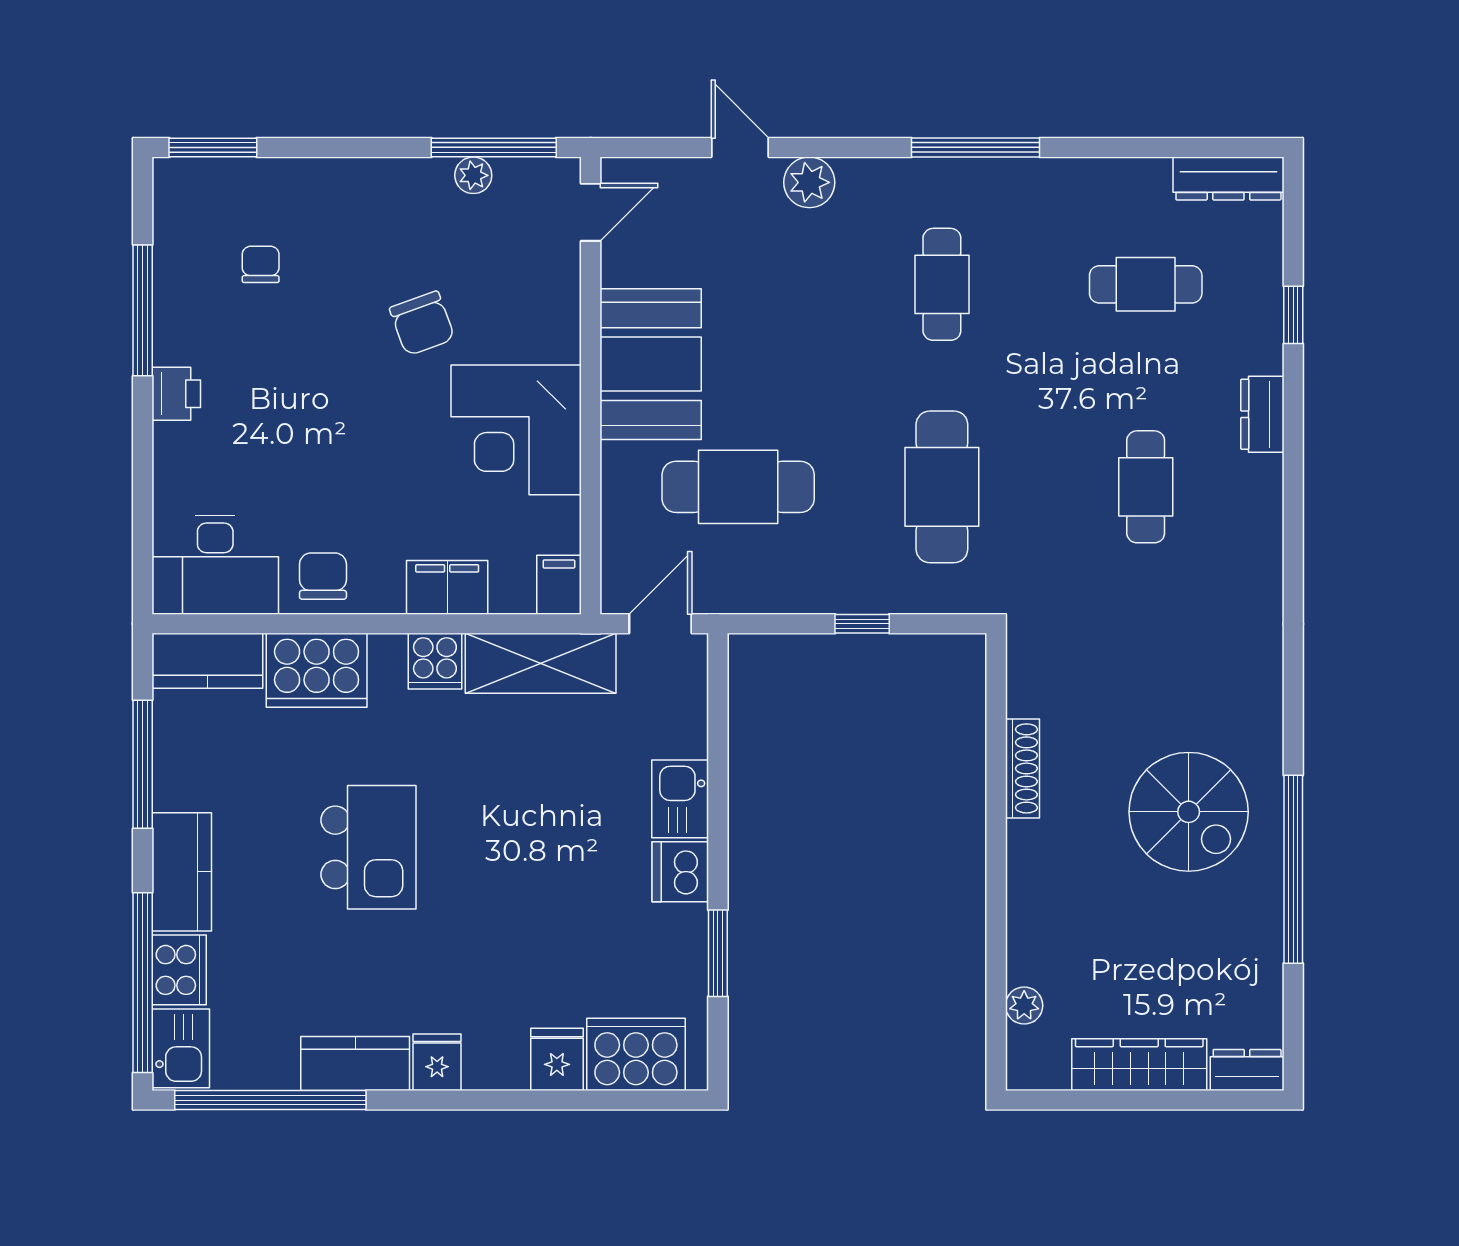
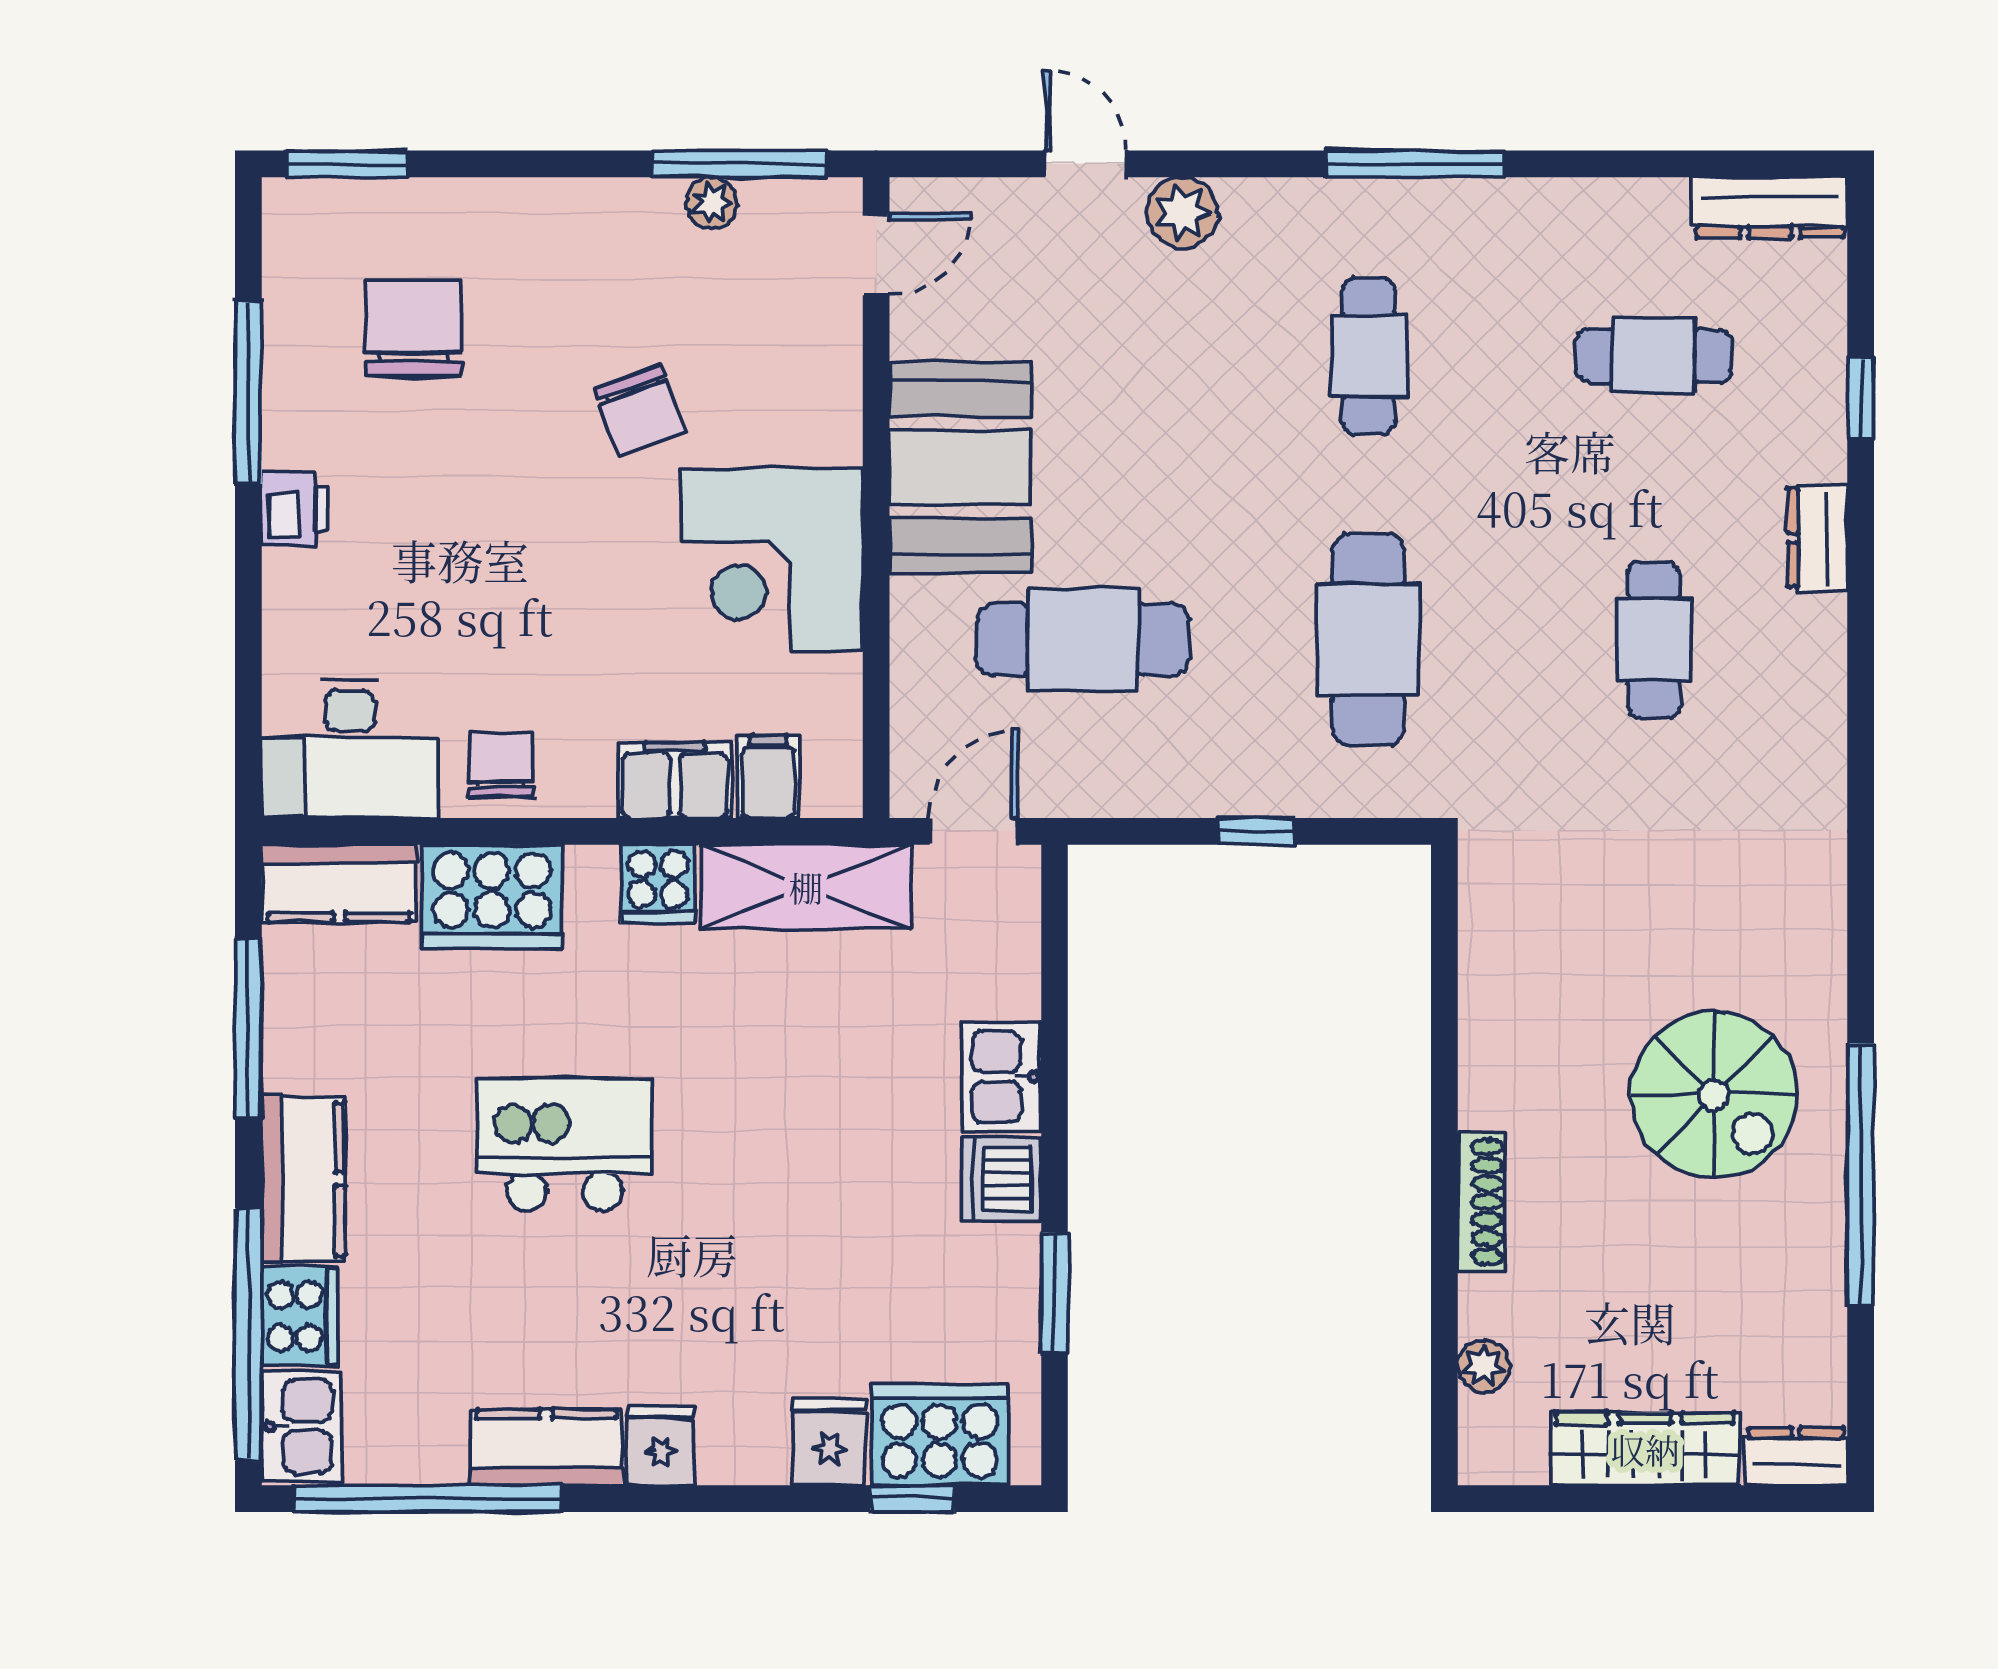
chair: (261, 264) -> (414, 328), width x1.87, depth x1.87
filing cabinet: (559, 585) -> (768, 777), moved
shoe rack: (1022, 768) -> (1481, 1202), moved
kitchen island: (368, 847) -> (565, 1145), turned -90
window: (616, 1100) -> (912, 1499), added

